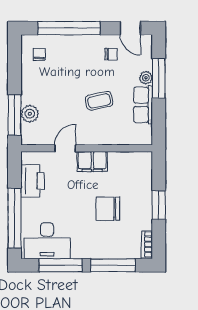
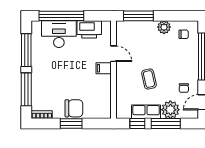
plant: (146, 78) -> (170, 110), width x1.87, depth x1.87
plant: (30, 114) -> (164, 27), moved
window: (159, 116) -> (137, 123), added
filing cabinet: (92, 162) -> (104, 68), width x0.50
chair: (108, 209) -> (74, 108), moved, turned 90
desk: (47, 241) -> (59, 34), moved, turned 90

